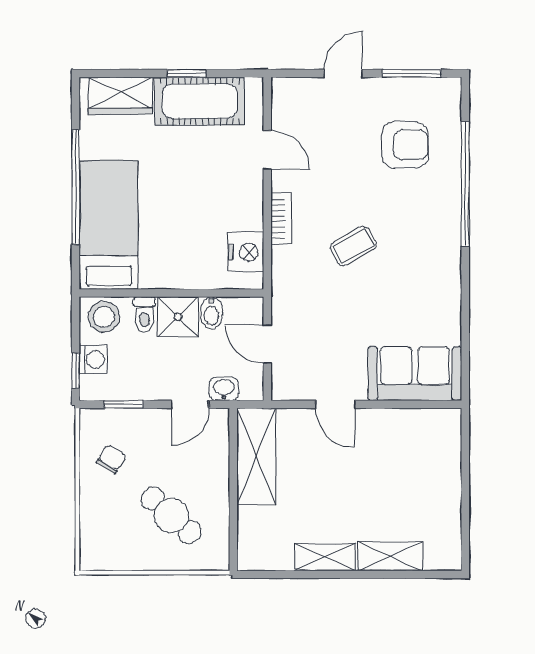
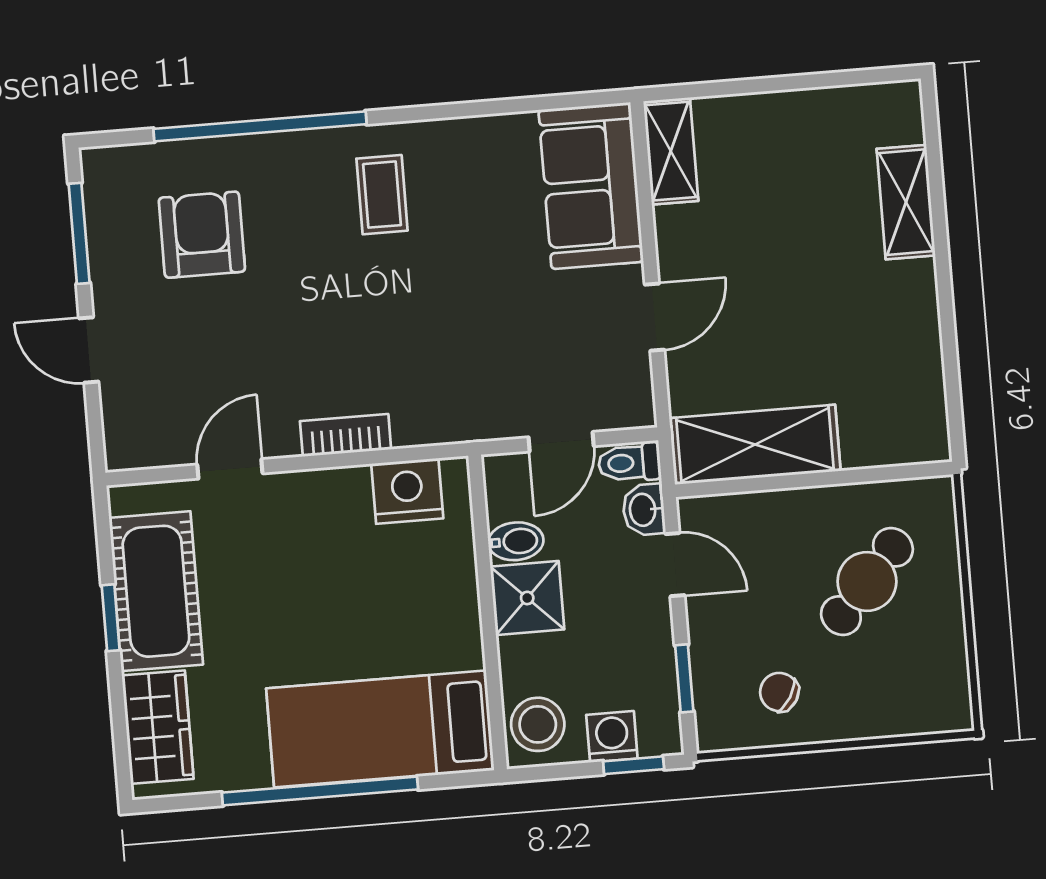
coffee table: (353, 246) -> (382, 195), moved, turned 30
toilet: (144, 315) -> (629, 463), moved, turned 180
shelving: (325, 557) -> (671, 151), moved

